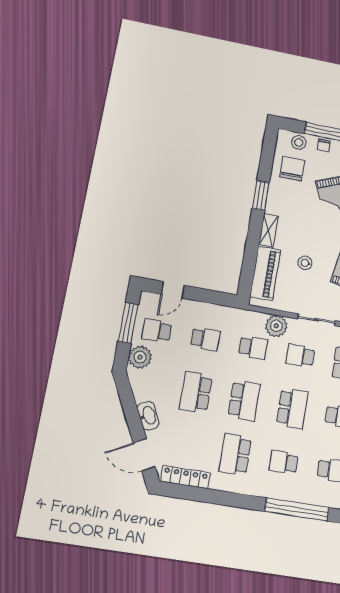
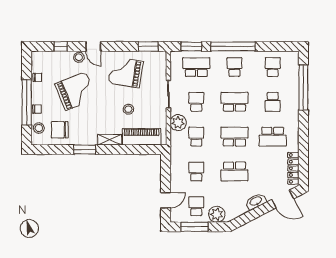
door: (173, 290) -> (166, 200), hinge flipped
school desk: (157, 331) -> (196, 206), turned 180
school desk: (300, 356) -> (196, 102), turned 180
door: (144, 455) -> (283, 199), hinge flipped

